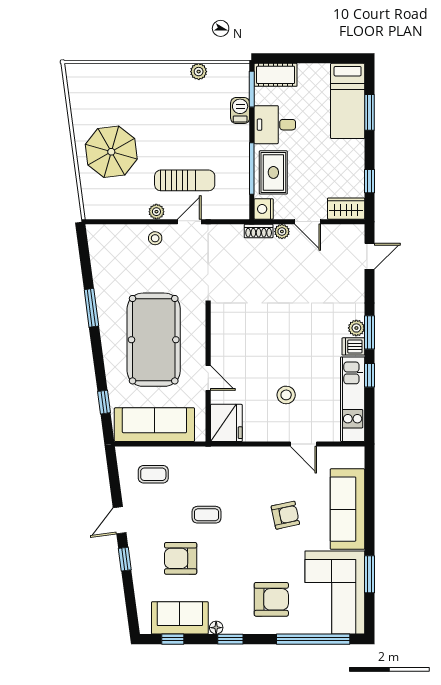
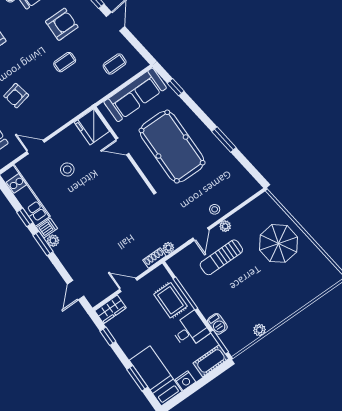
nightstand: (264, 209) -> (185, 381), moved, turned 90
plant: (282, 232) -> (168, 248), moved

